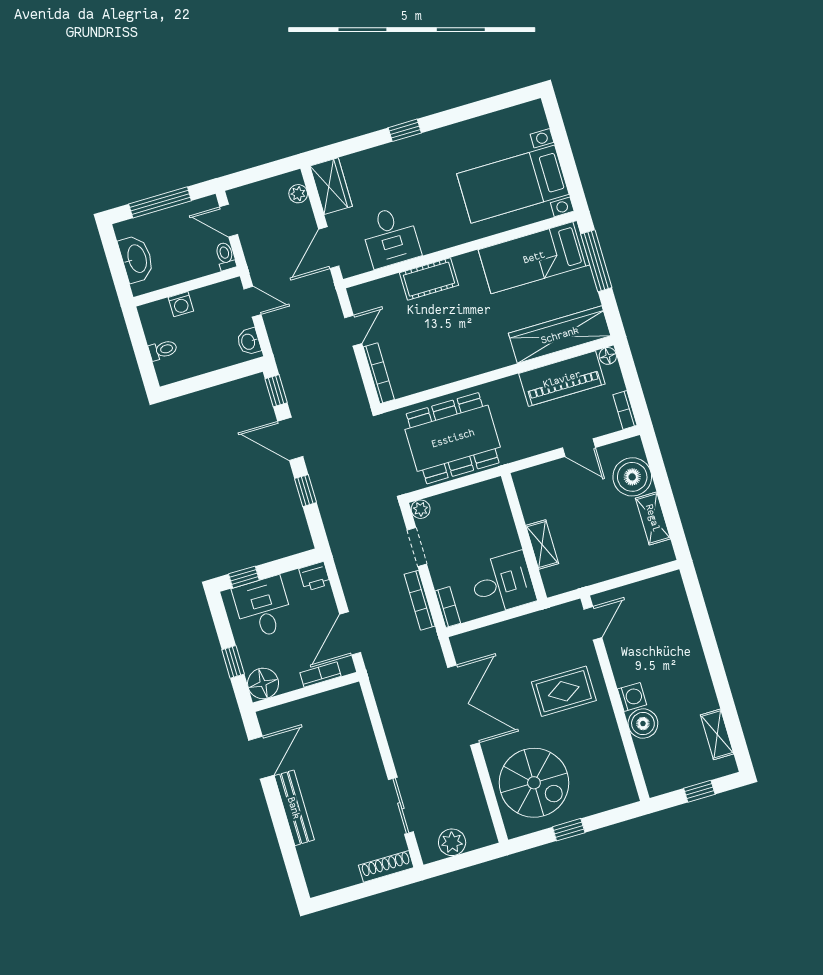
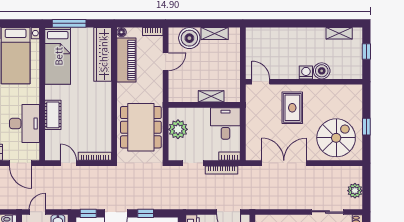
desk: (391, 237) -> (24, 124), width x1.37
plant: (421, 509) -> (178, 129), moved, width x1.87, depth x1.87

